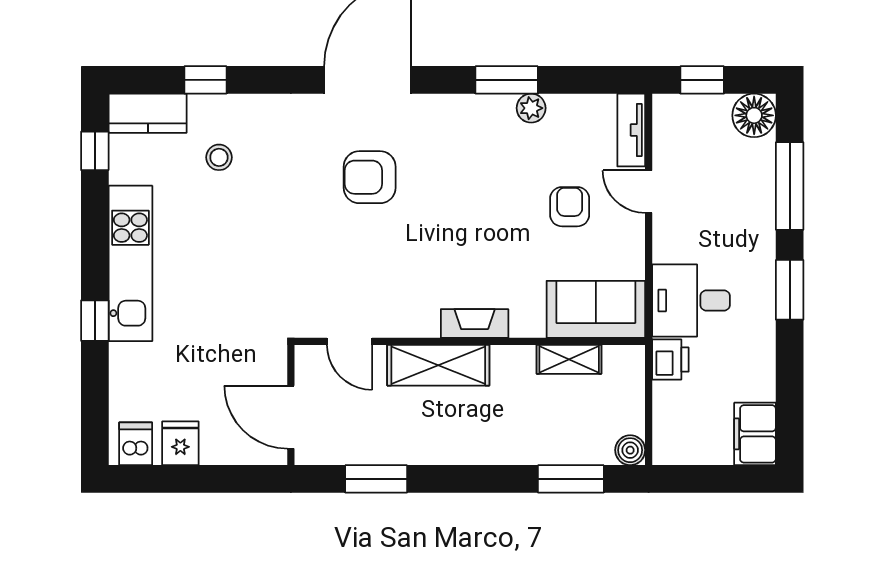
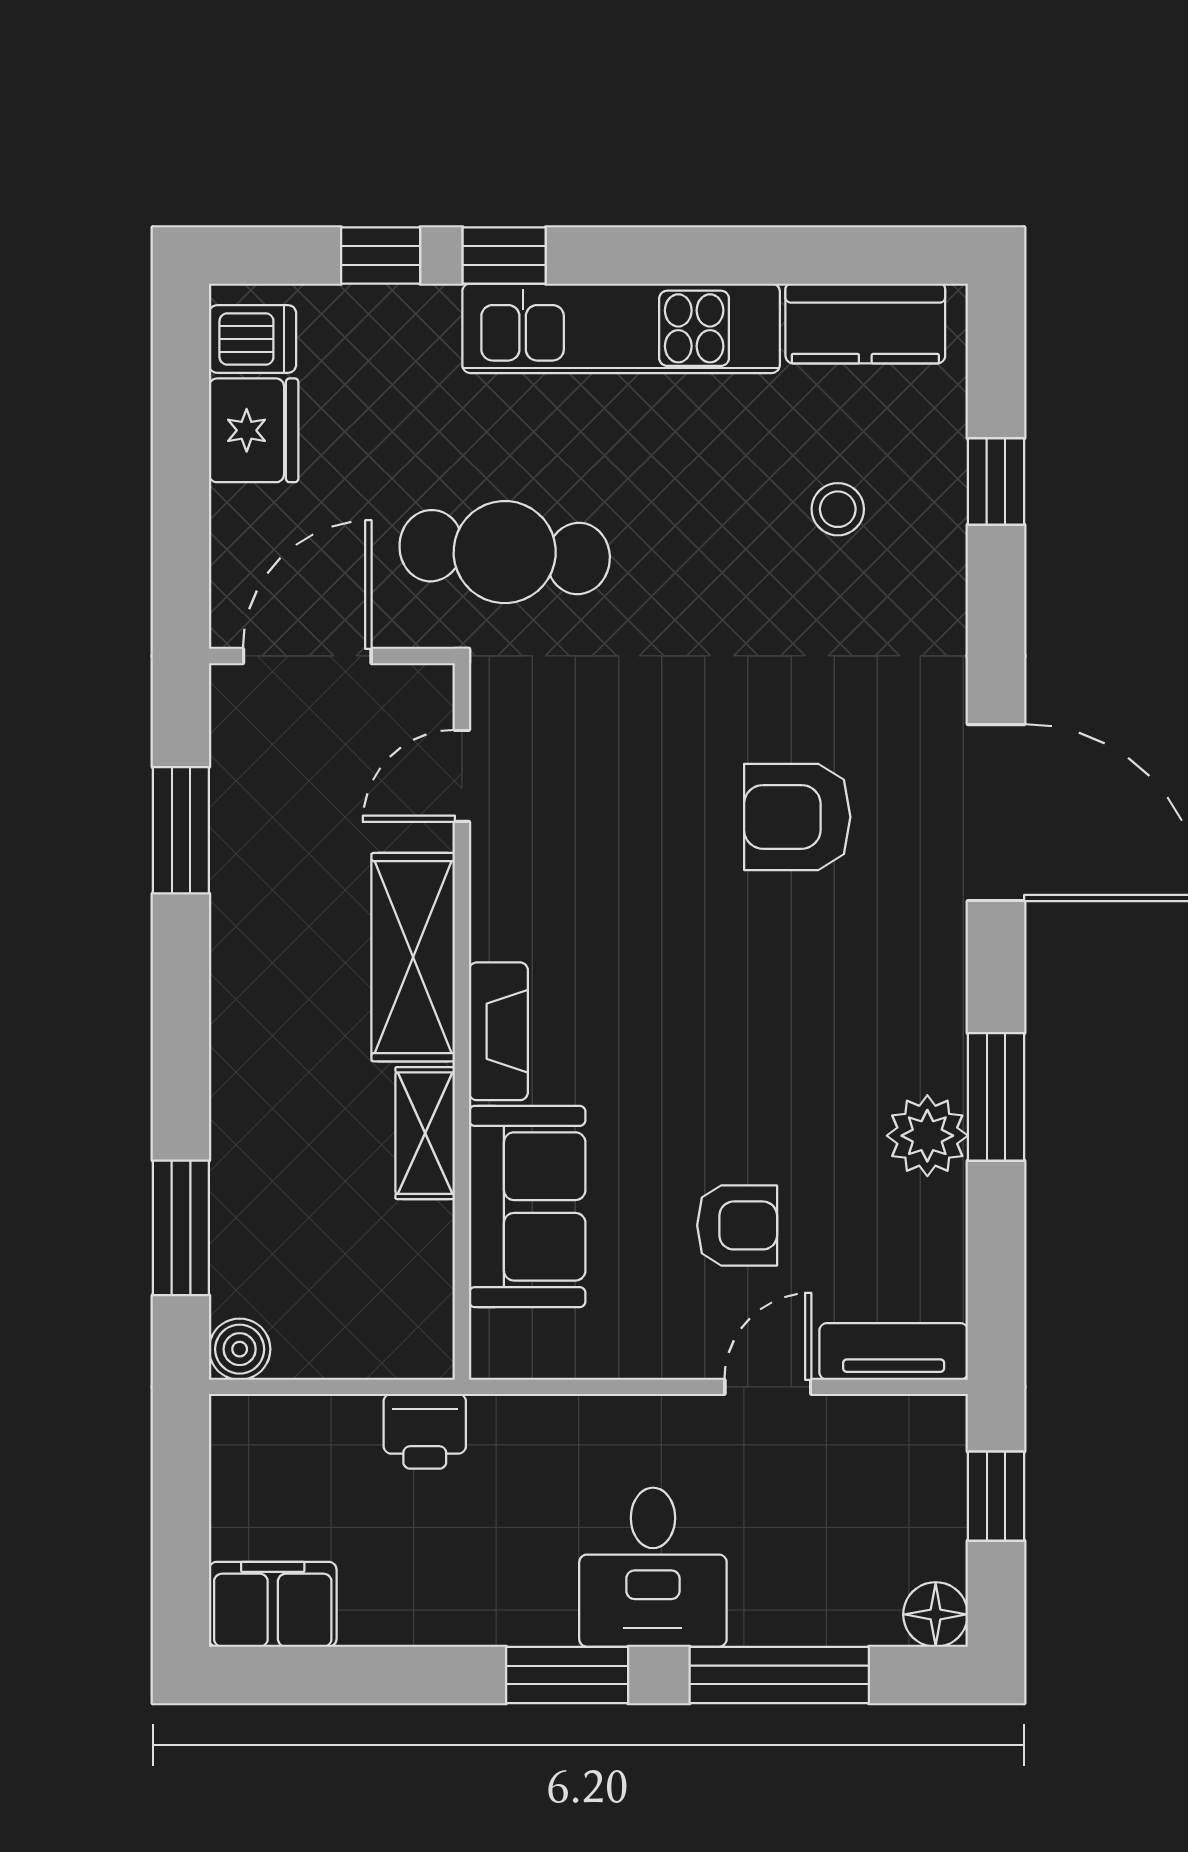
plant: (531, 108) -> (927, 1136), width x1.38, depth x1.38
kitchen counter: (148, 113) -> (865, 323), moved, turned -90
floor lamp: (754, 115) -> (936, 1614), width x0.73, depth x0.73
window: (95, 151) -> (381, 255), moved
armchair: (370, 177) -> (797, 817), turned -90
desk: (691, 301) -> (653, 1567), moved, turned 180
sofa: (596, 309) -> (527, 1206), moved
cafe table: (240, 320) -> (505, 552), added
shelving: (569, 359) -> (425, 1133), moved
fridge: (180, 443) -> (254, 430), width x1.38

